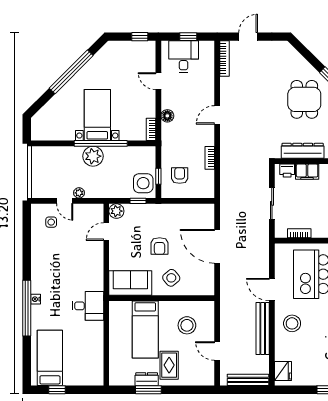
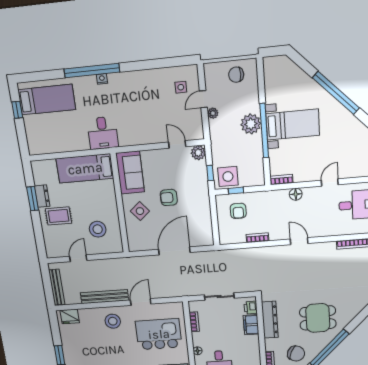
chair: (45, 167) -> (236, 75), added
armchair: (180, 176) -> (238, 211), turned 90
bed: (145, 329) -> (85, 168), moved

